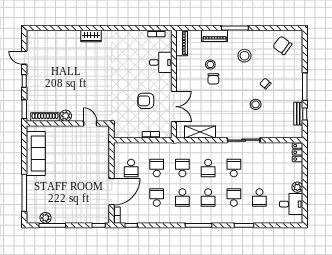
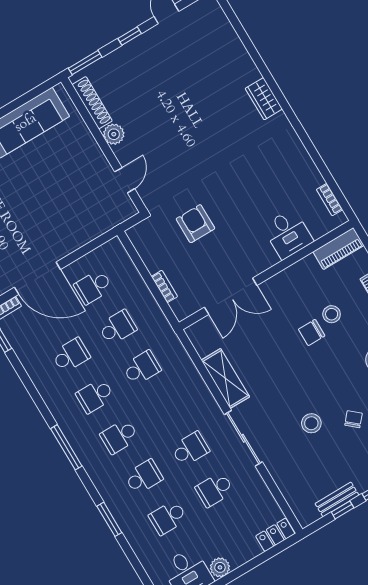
armchair: (146, 101) -> (195, 224), moved
shelving: (200, 132) -> (225, 378), moved
school desk: (208, 168) -> (215, 490), moved

